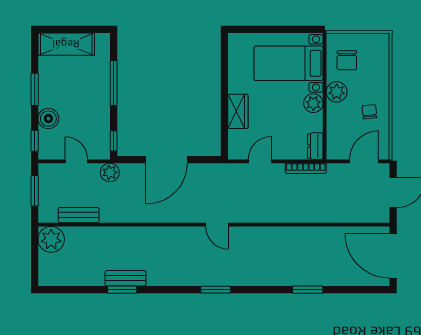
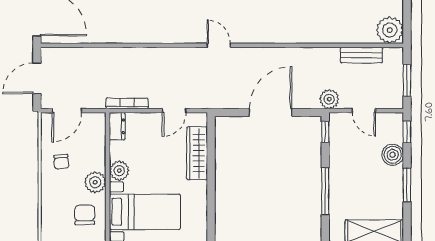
wardrobe: (238, 111) -> (197, 153), width x1.50

